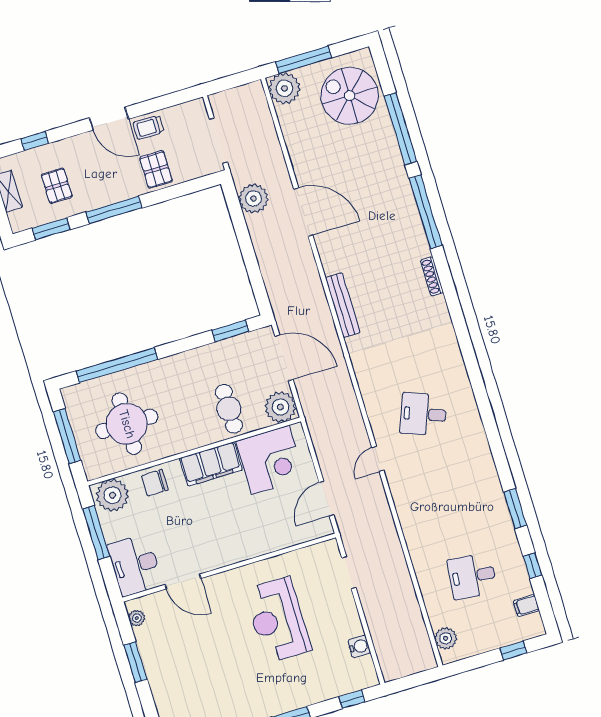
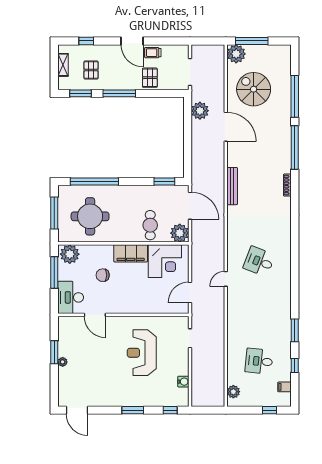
spiral stairs: (349, 96) -> (254, 89), moved
chair: (155, 483) -> (103, 275), moved
plant: (137, 618) -> (63, 362), moved

